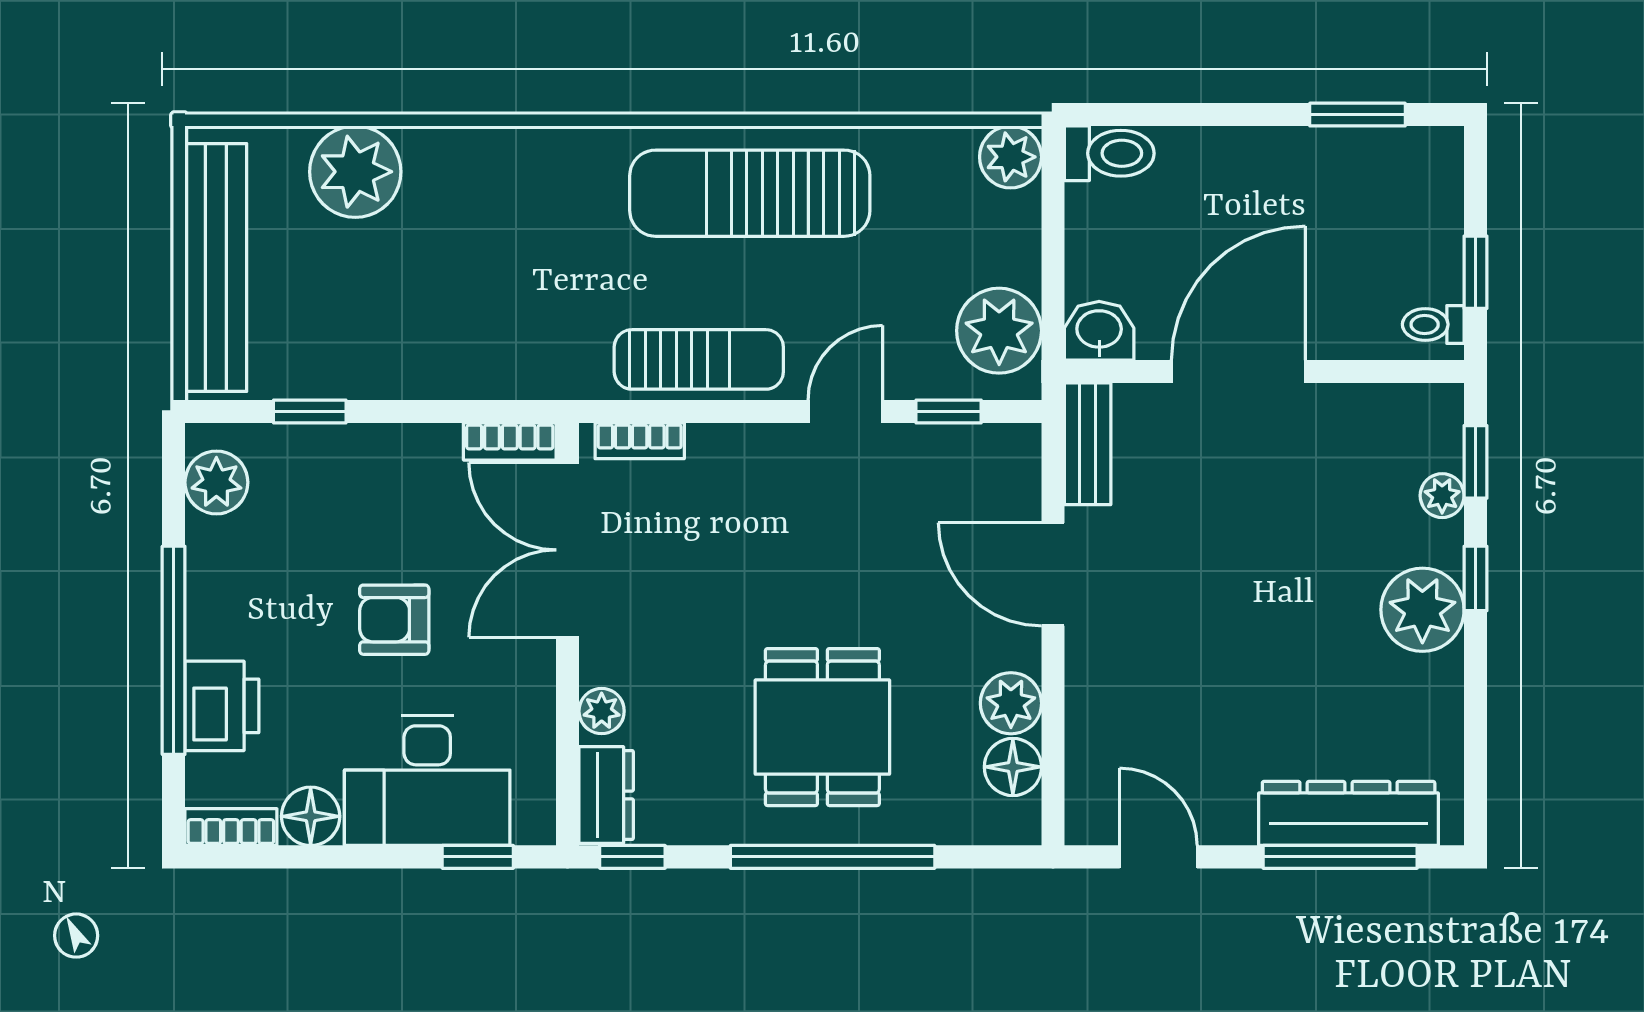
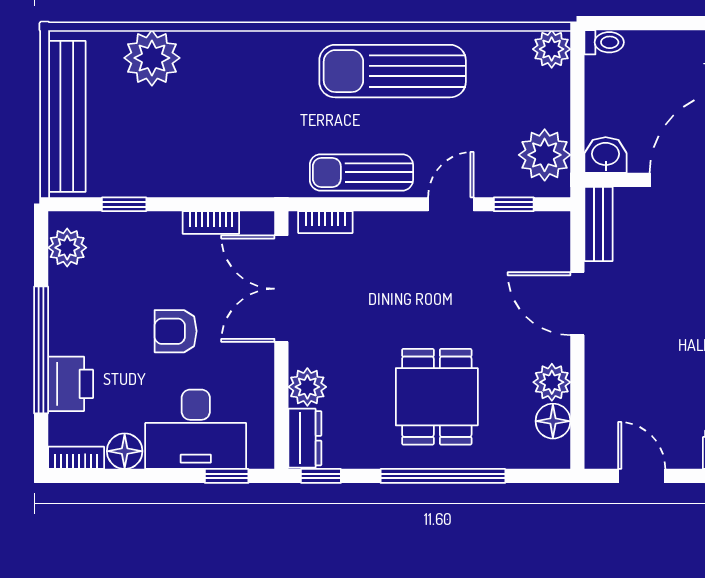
toilet: (1109, 153) -> (604, 42), width x0.73, depth x0.72
sun lounger: (699, 359) -> (361, 172), turned 180
bookcase: (510, 441) -> (211, 223), moved
plant: (602, 711) -> (307, 387), width x1.38, depth x1.38

